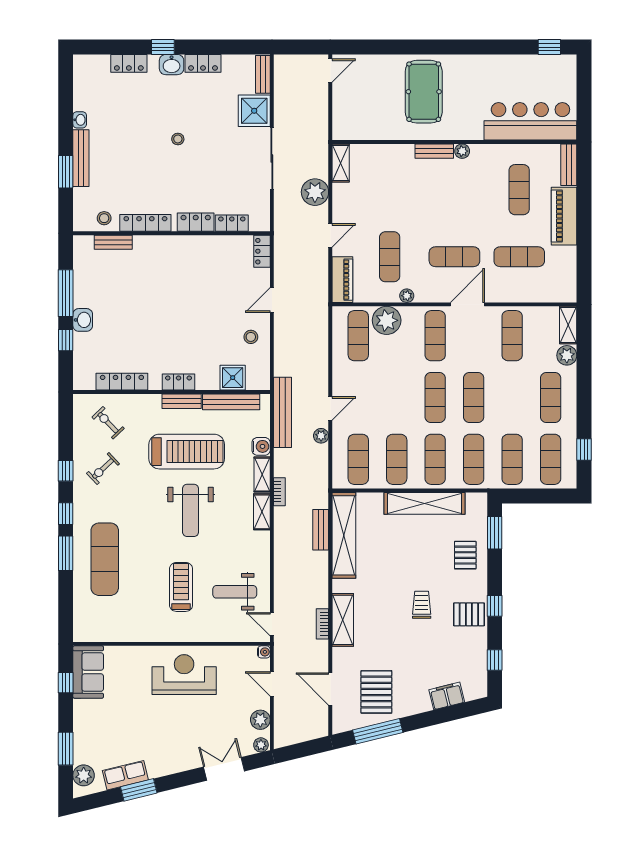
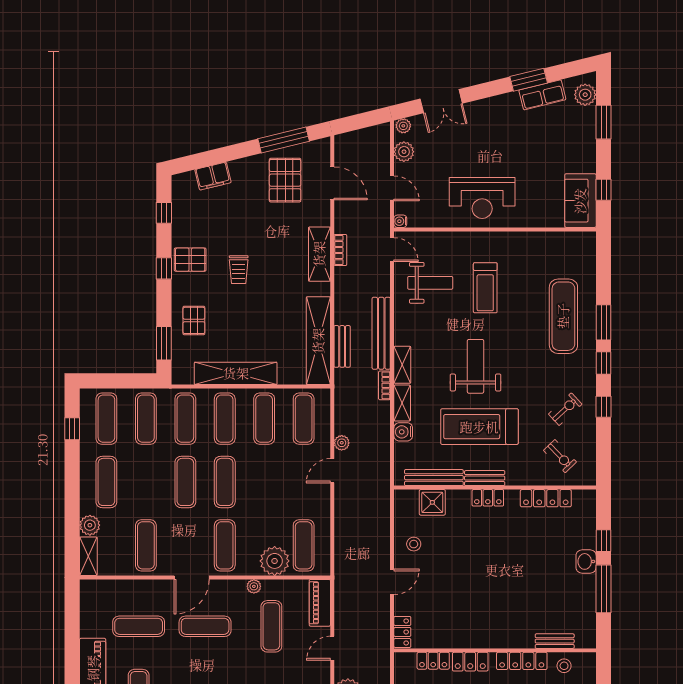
bench: (283, 412) -> (381, 333), moved

